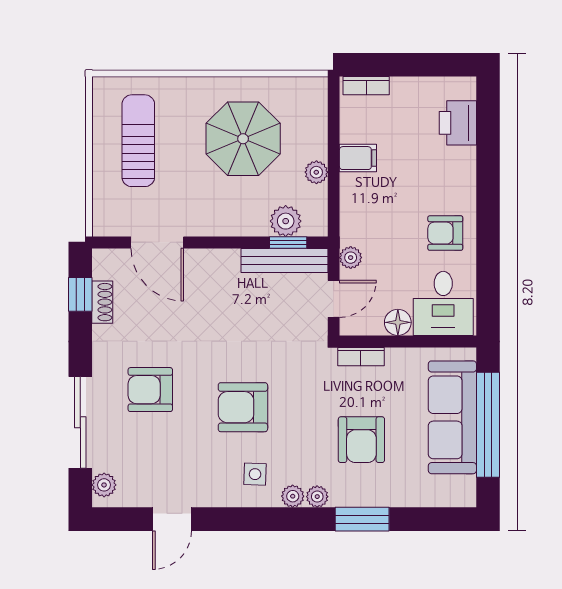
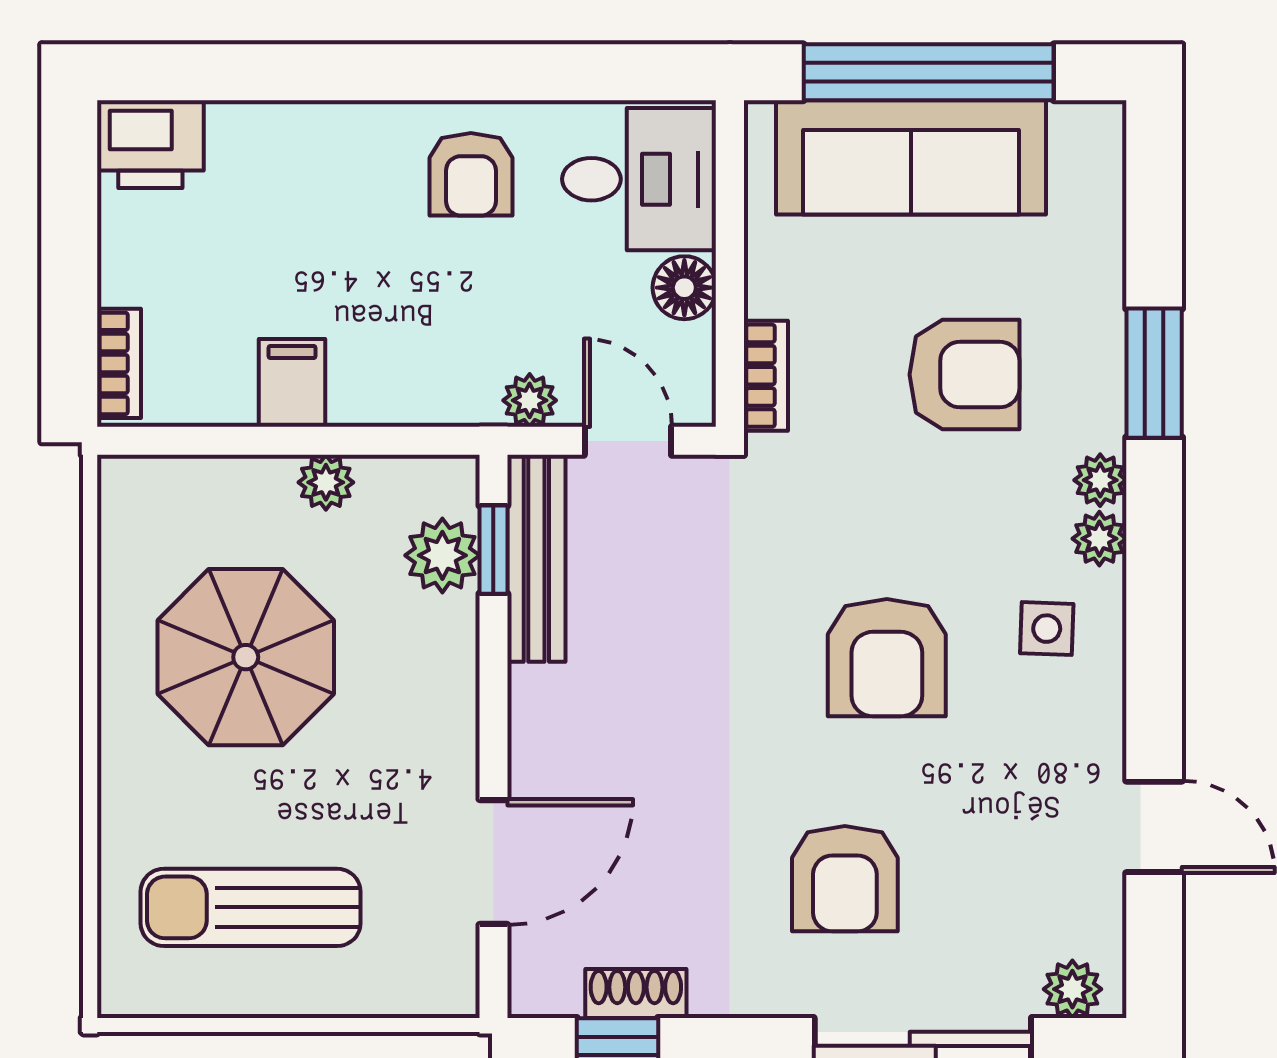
printer: (458, 123) -> (150, 144), moved

